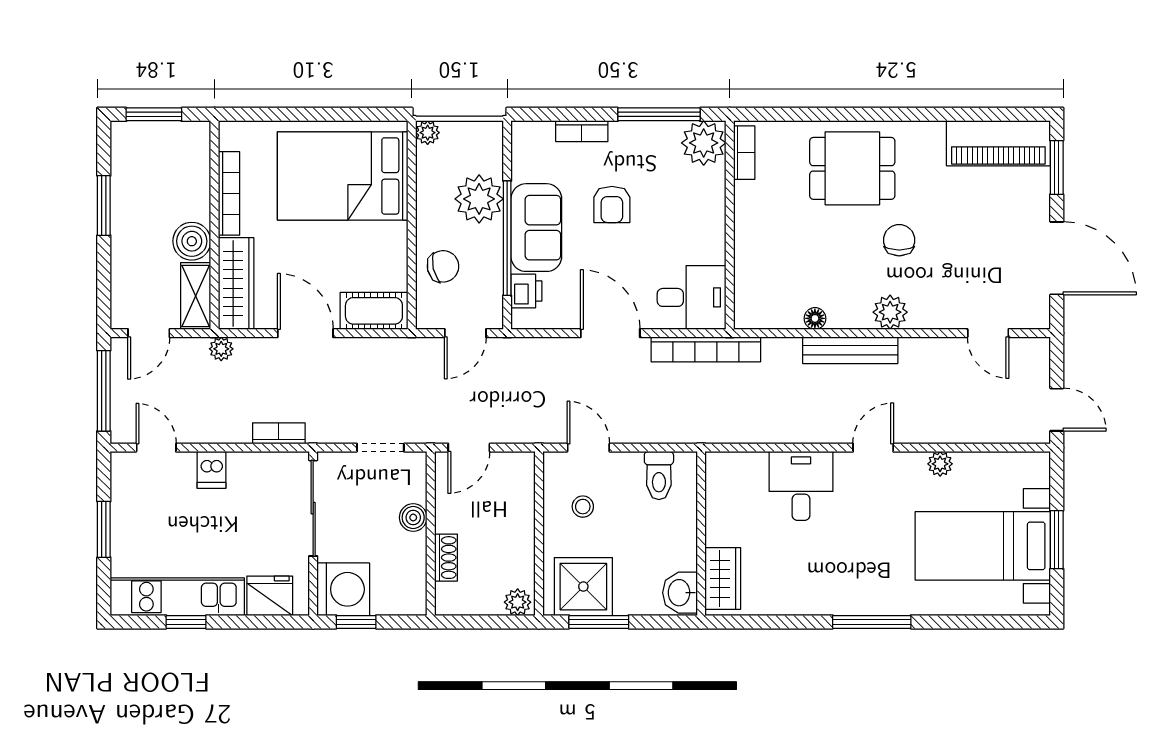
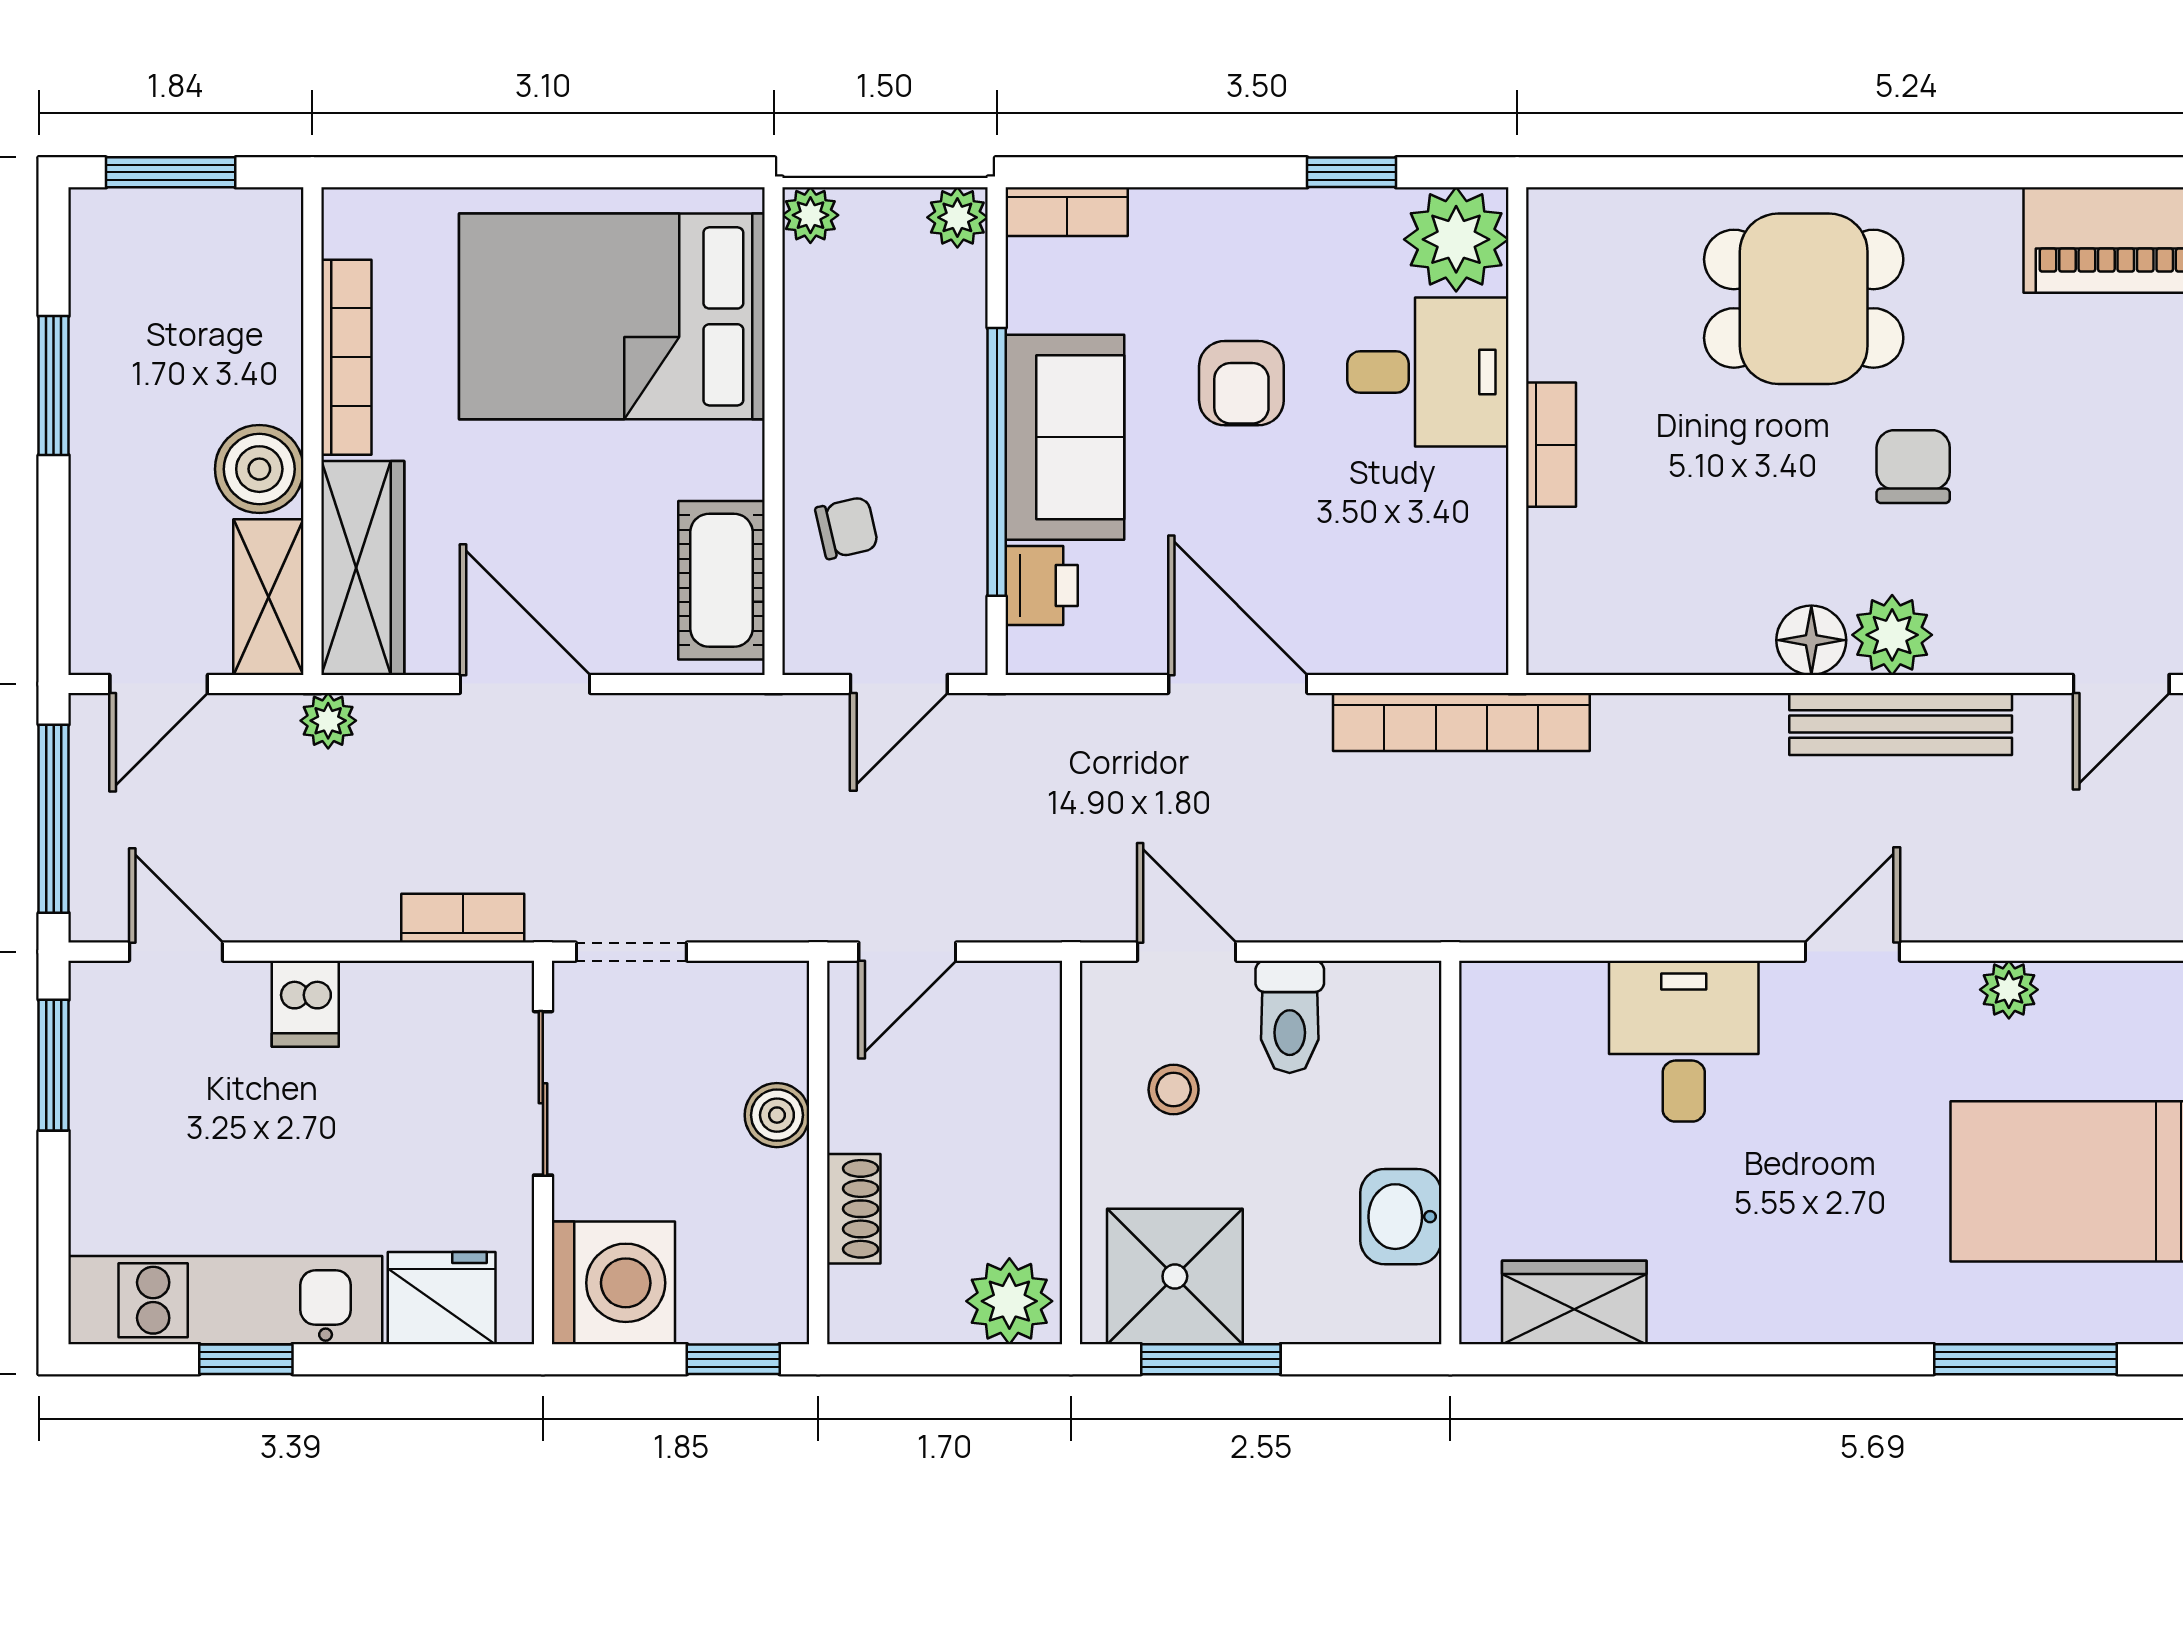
window: (659, 114) -> (1352, 172), width x0.46
bookcase: (582, 131) -> (1067, 212), moved
bookcase: (744, 153) -> (1551, 445), moved
plant: (479, 199) -> (957, 217), moved, width x0.53, depth x0.53
chair: (443, 266) -> (847, 528), width x0.73, depth x0.73
desk: (692, 297) -> (1428, 372), moved
cot: (374, 311) -> (721, 580), moved, turned 90
floor lamp: (815, 318) -> (1811, 640), moved, width x1.37, depth x1.37
door: (988, 333) -> (2121, 684), hinge flipped
bench: (850, 350) -> (1901, 724), moved
doorway: (380, 448) -> (631, 952), moved
toilet: (659, 475) -> (1290, 1017), moved
sliding door: (313, 508) -> (543, 1093), width x0.73
window: (104, 529) -> (54, 1065), moved
wardrobe: (723, 579) -> (1574, 1303), moved, turned -90
washbasin: (680, 593) -> (1401, 1217), moved
plant: (518, 602) -> (1009, 1301), width x1.38, depth x1.38
window: (356, 622) -> (733, 1359), moved
window: (872, 622) -> (2025, 1359), moved

